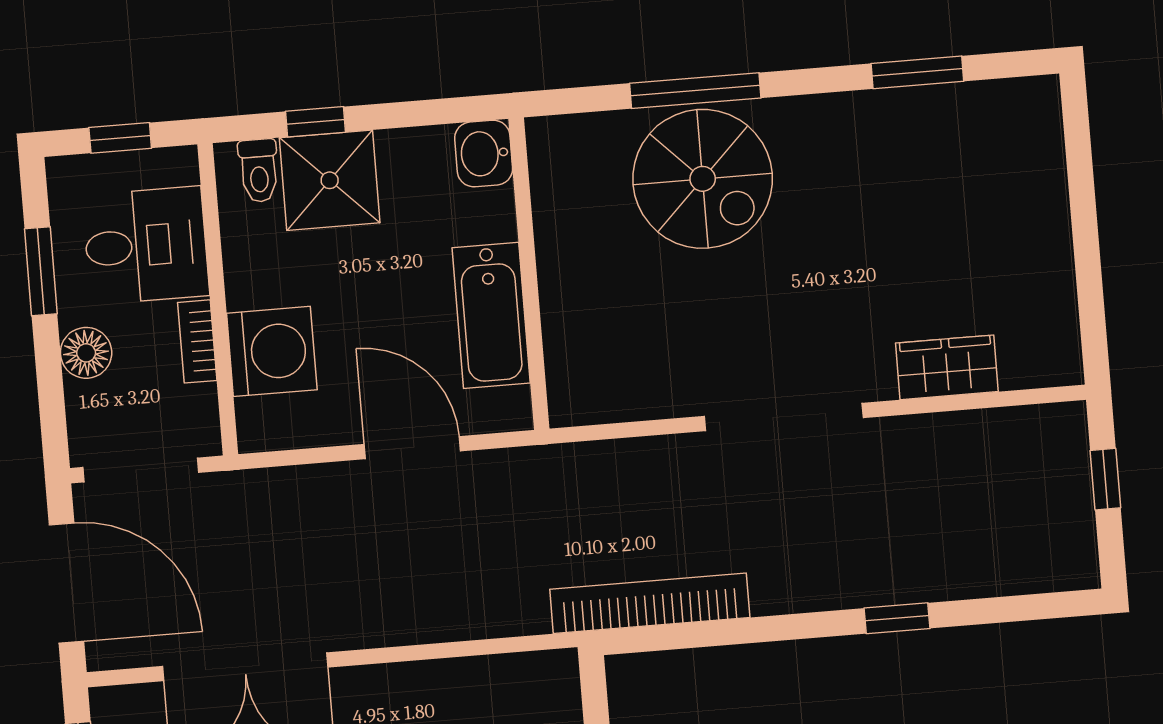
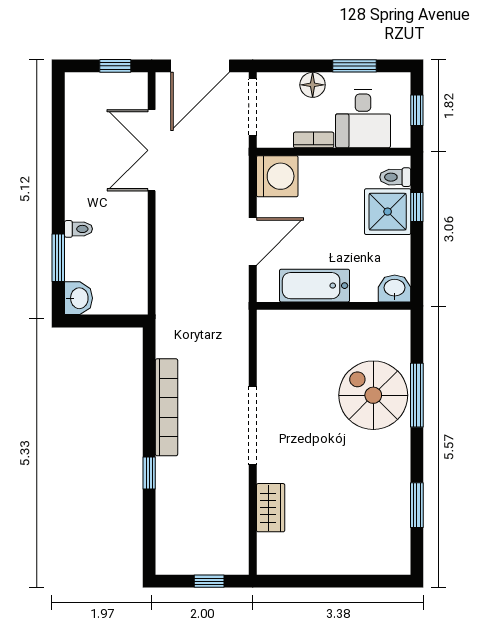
spiral stairs: (703, 179) -> (373, 395), turned 90
washing machine: (272, 351) -> (277, 176), moved, turned -90
bookcase: (650, 603) -> (167, 407), moved

